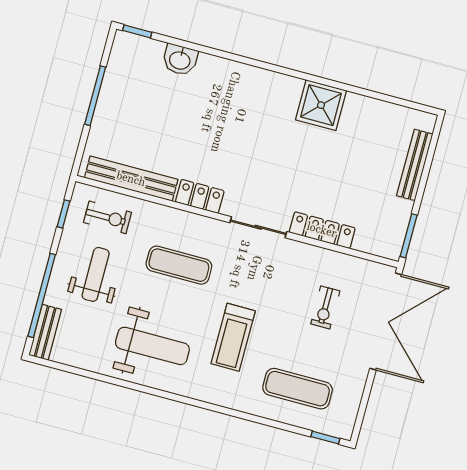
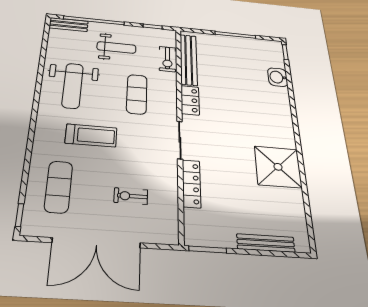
shower: (321, 105) -> (278, 167), width x1.37, depth x1.37
exercise bike: (108, 217) -> (167, 59), moved
double door: (386, 321) -> (96, 243), moved
treadmill: (233, 337) -> (91, 135), turned 180

